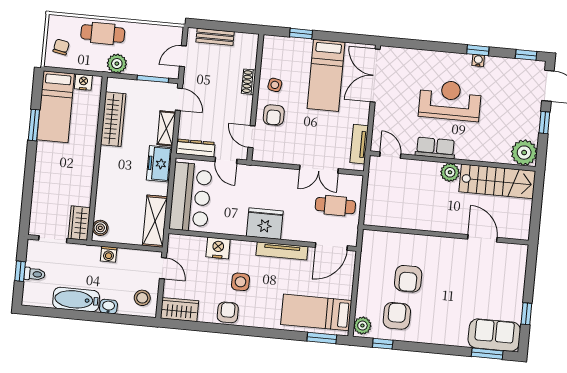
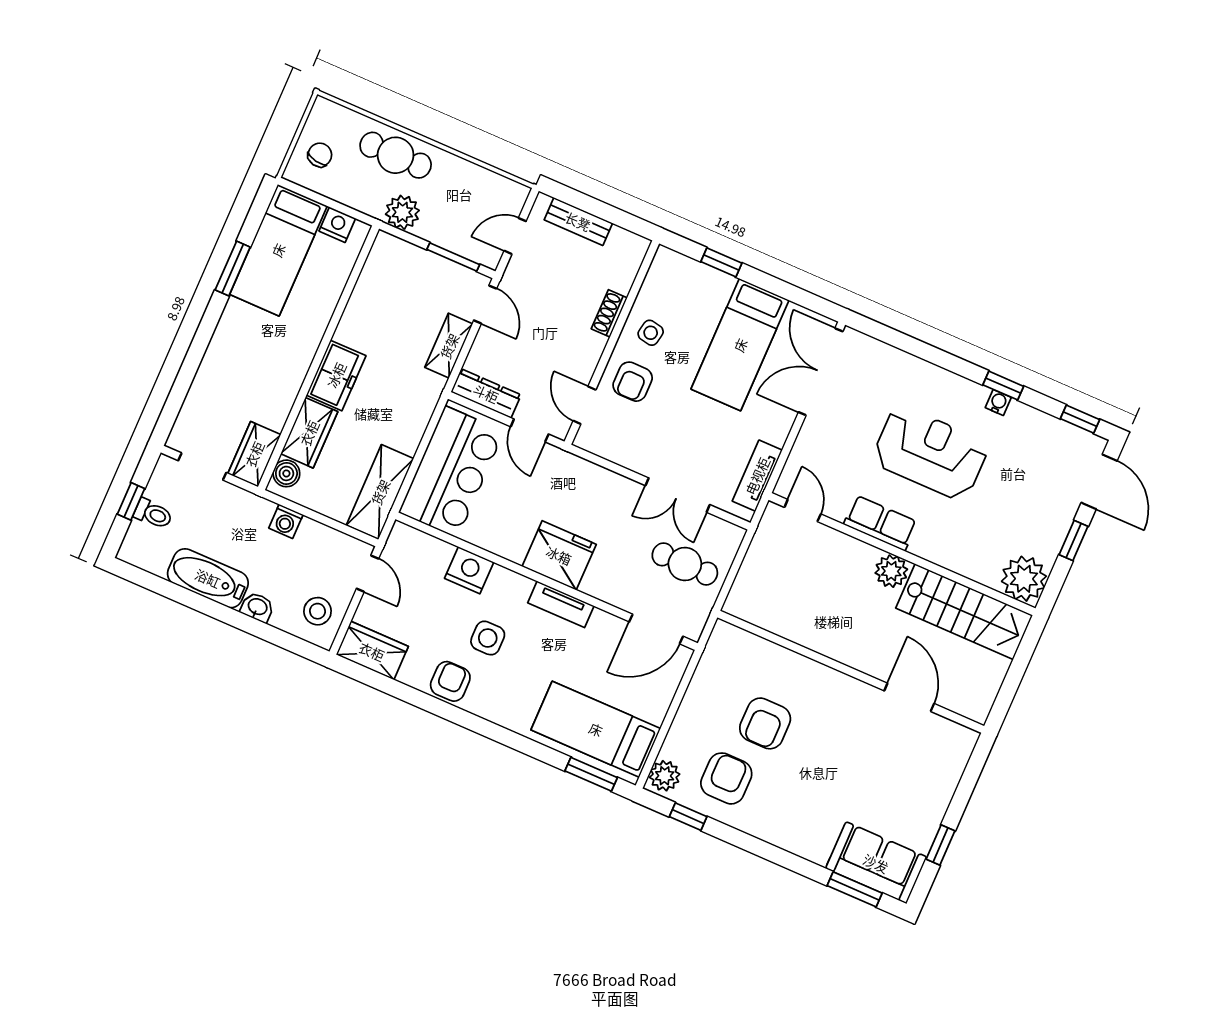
wardrobe: (113, 119) -> (309, 433), moved, width x0.67
freezer: (159, 164) -> (336, 375), moved, turned 180
tv unit: (282, 251) -> (561, 604), width x0.71

